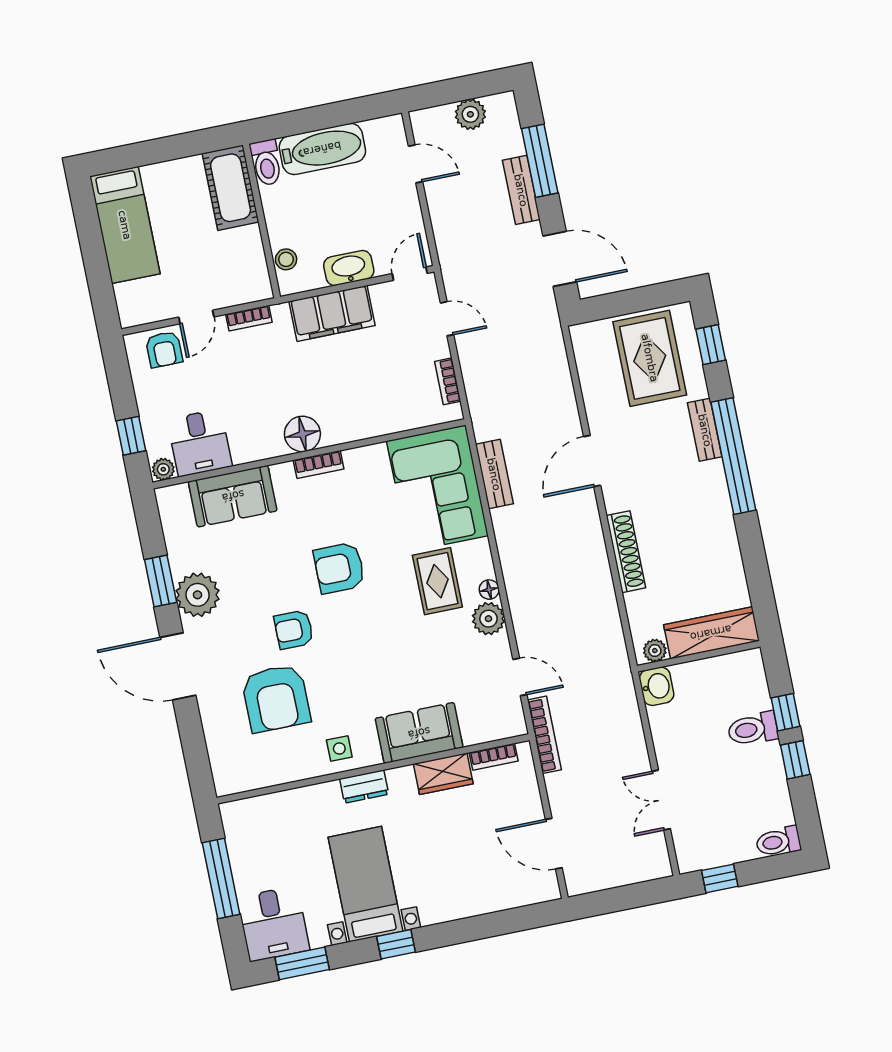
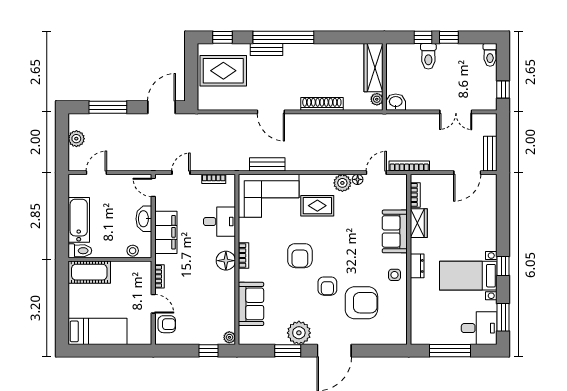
bench: (521, 190) -> (490, 154), moved, turned 90
desk: (200, 443) -> (219, 222), moved
floor lamp: (489, 590) -> (358, 179), moved

